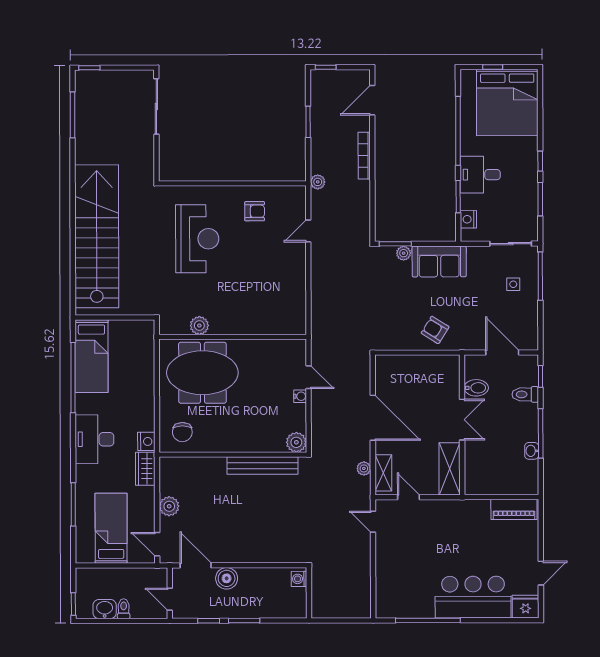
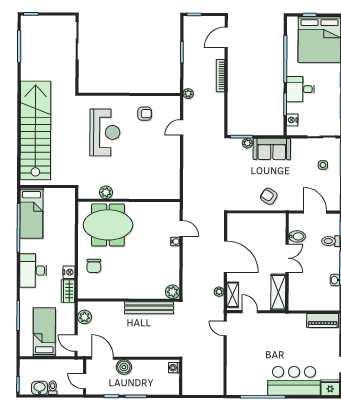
plant: (296, 442) -> (172, 292), moved
wall: (233, 455) -> (129, 300), moved
bench: (262, 466) -> (149, 308), moved

